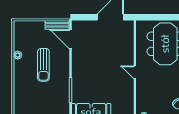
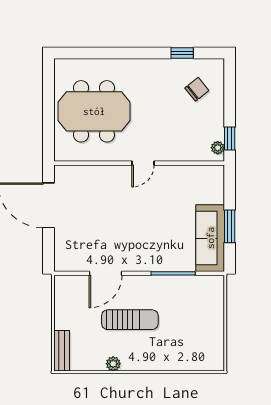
bench: (57, 25) -> (62, 351), moved
door: (71, 39) -> (106, 273), moved

